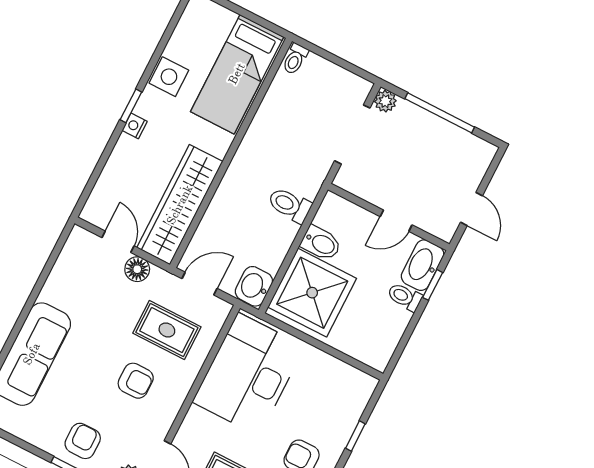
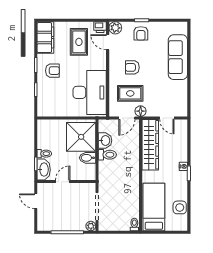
side table: (169, 77) -> (180, 207), moved
toilet: (290, 205) -> (107, 155), moved
floor lamp: (137, 269) -> (141, 111), moved
washbasin: (254, 286) -> (105, 140), moved

